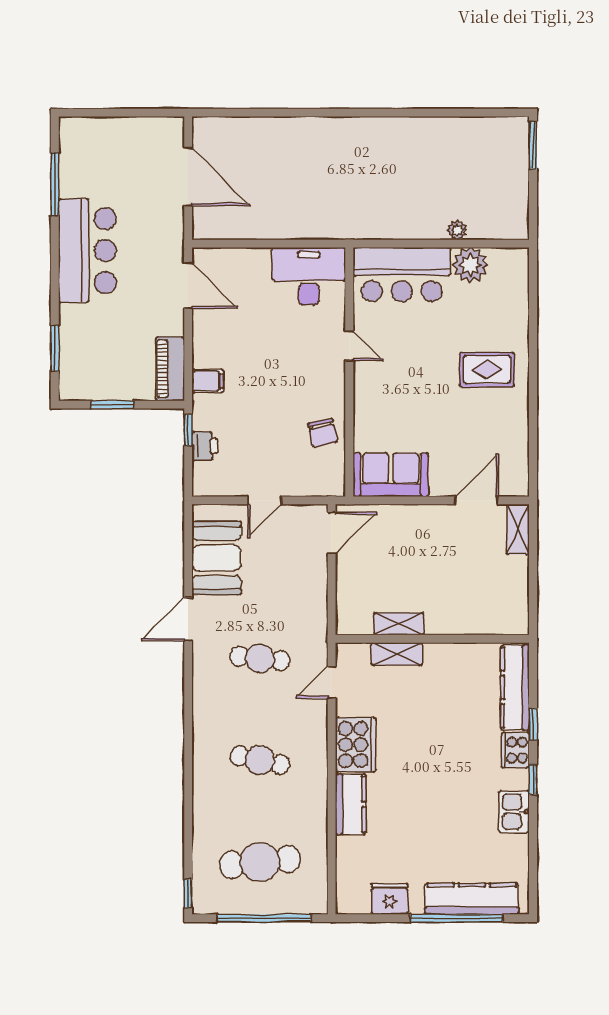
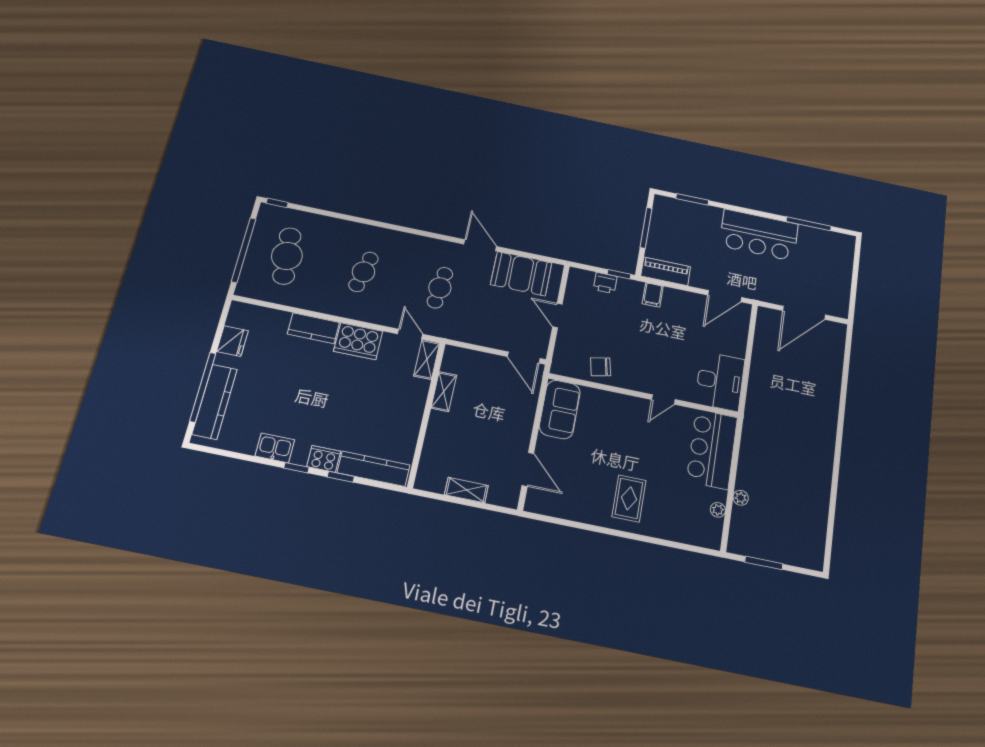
window: (533, 145) -> (764, 563), moved
plant: (470, 265) -> (718, 510), width x0.53, depth x0.53
window: (112, 405) -> (646, 228), width x1.44
shelving: (518, 529) -> (466, 490), moved
shelving: (397, 654) -> (427, 359), moved

